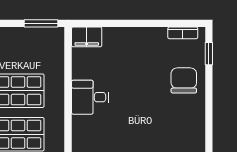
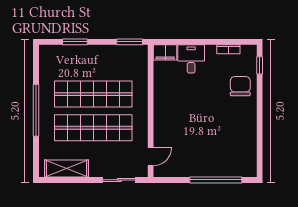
bookcase: (183, 33) -> (228, 49), moved
desk: (90, 97) -> (191, 59), moved, turned 90

